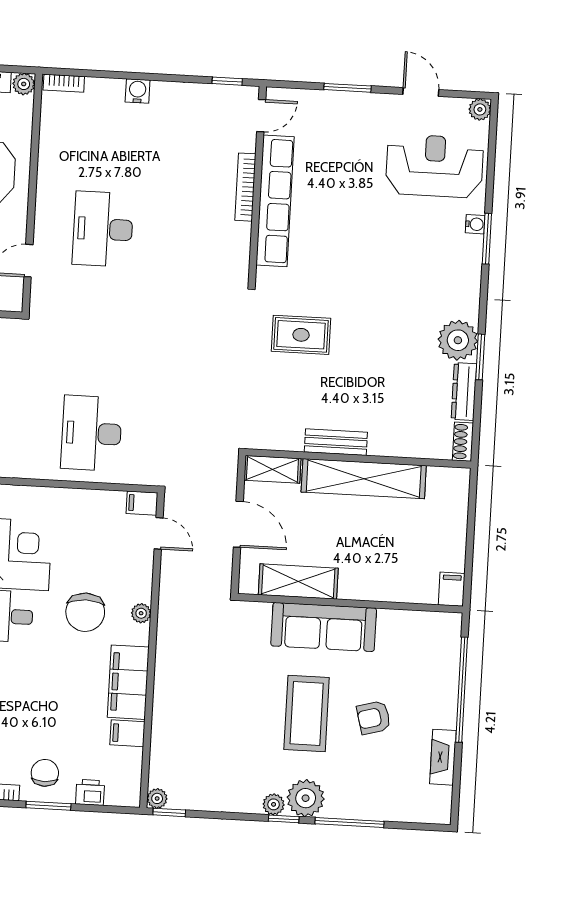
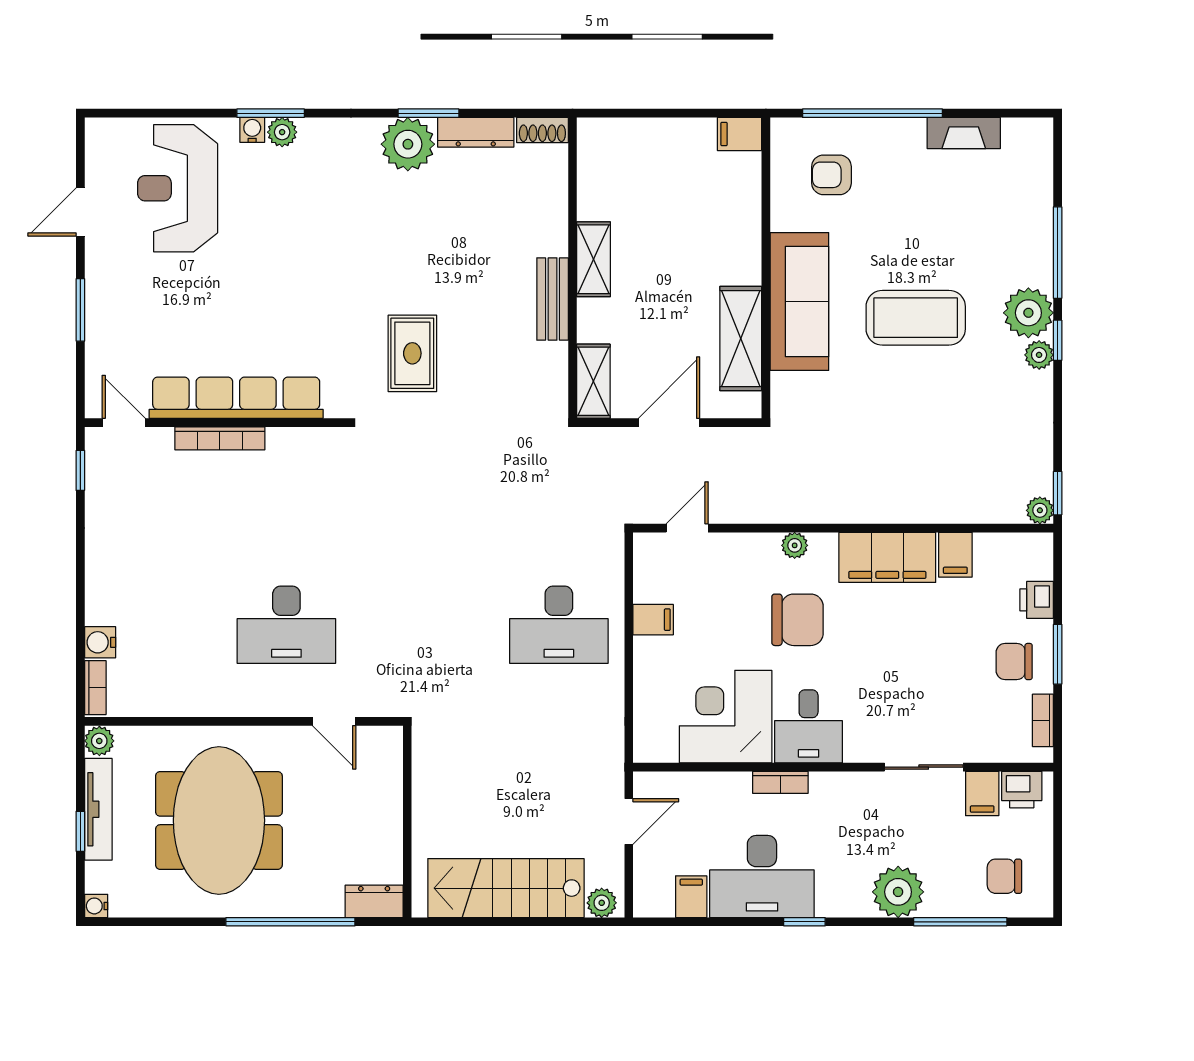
water cooler: (138, 91) -> (100, 642), moved
plant: (480, 109) -> (282, 132), moved
shelving: (364, 479) -> (594, 259), width x0.45, depth x0.75
filing cabinet: (142, 503) -> (653, 620), moved, turned -90
armchair: (374, 718) -> (831, 175), moved, turned 105

